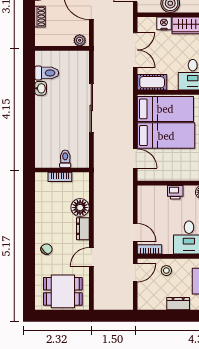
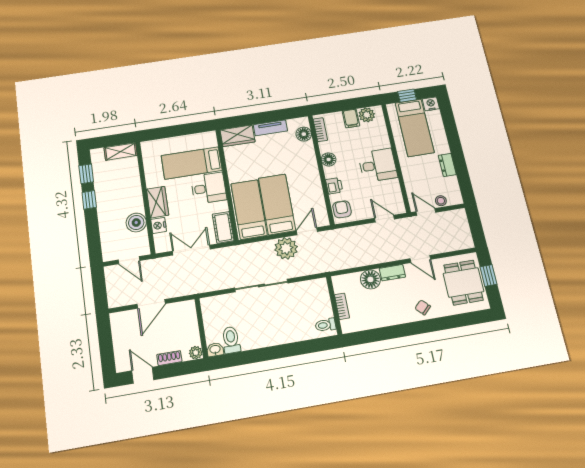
plant: (80, 40) -> (196, 353), moved
washbasin: (41, 88) -> (215, 350), moved
plant: (122, 136) -> (286, 248), added
toilet: (65, 159) -> (326, 325), moved
armchair: (151, 195) -> (342, 209), added
door: (135, 233) -> (385, 219), hinge flipped
bookcase: (150, 249) -> (399, 202), removed
stool: (166, 271) -> (441, 201), moved
window: (65, 316) -> (488, 275), added

